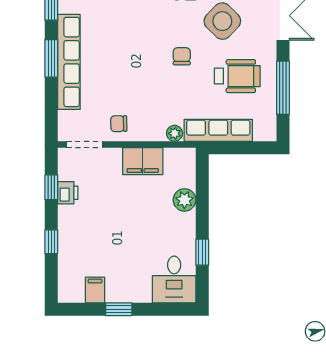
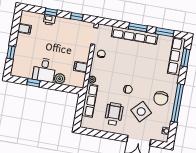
wheelchair: (237, 76) -> (114, 114), turned 180
window: (283, 88) -> (105, 135), removed
filing cabinet: (143, 161) -> (81, 67), width x0.50
printer: (68, 193) -> (49, 20), moved
desk: (174, 279) -> (44, 70), moved, turned -90
window: (119, 309) -> (11, 52), moved

